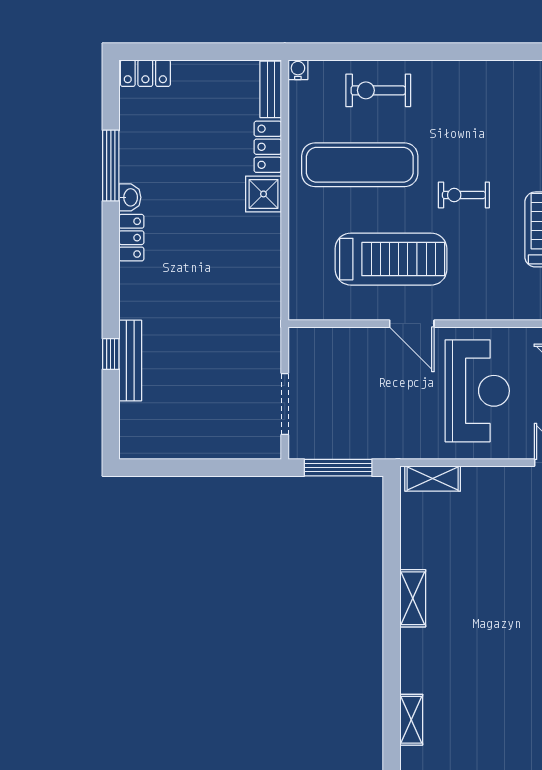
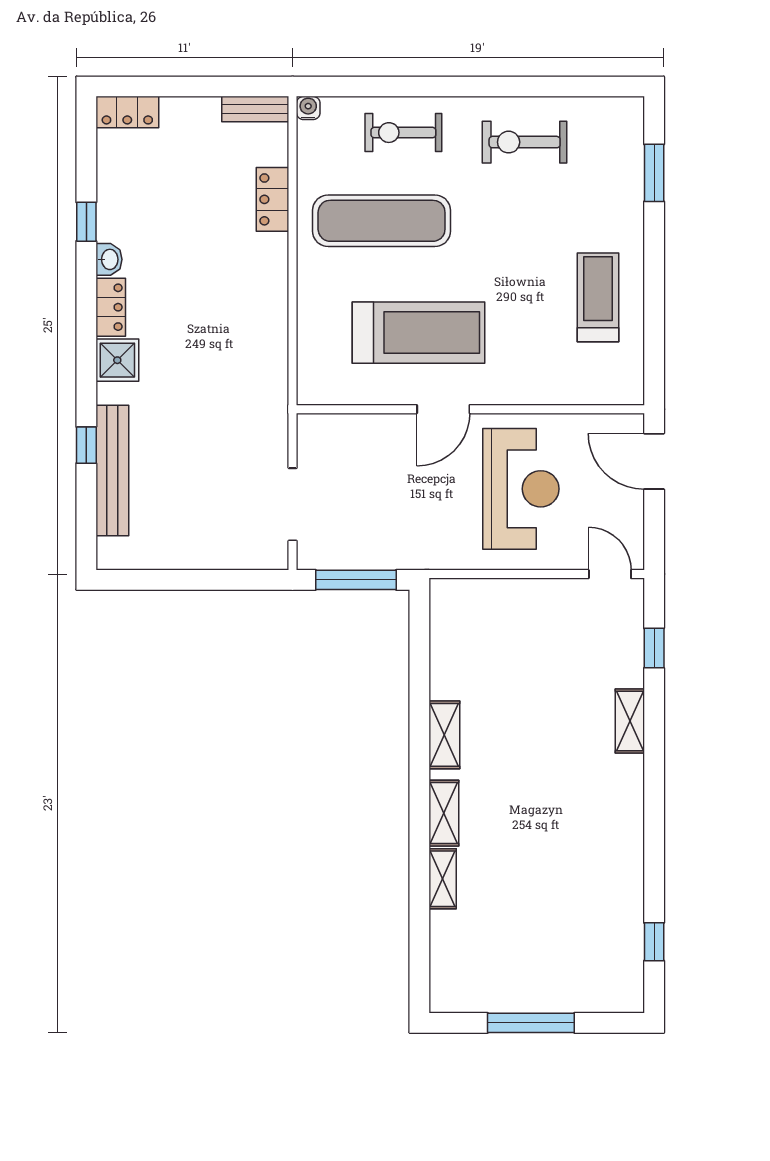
bench: (271, 89) -> (255, 109), moved, turned 90
window: (111, 166) -> (86, 222), width x0.46
shower: (264, 194) -> (117, 360), moved
exercise bike: (464, 195) -> (525, 142), moved, width x1.38, depth x1.39
door: (412, 324) -> (443, 409), hinge flipped
bench: (130, 361) -> (112, 470), width x1.37, depth x1.21
shelving: (433, 479) -> (444, 813), moved, turned 90

